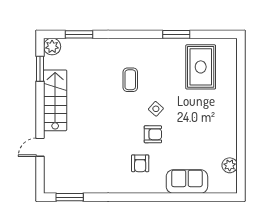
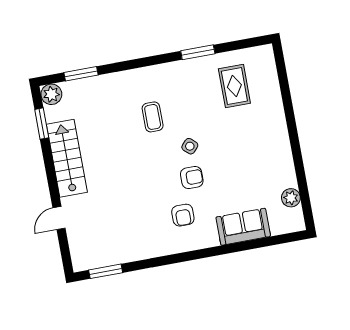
rug: (201, 67) -> (234, 86), width x0.73, depth x0.70

